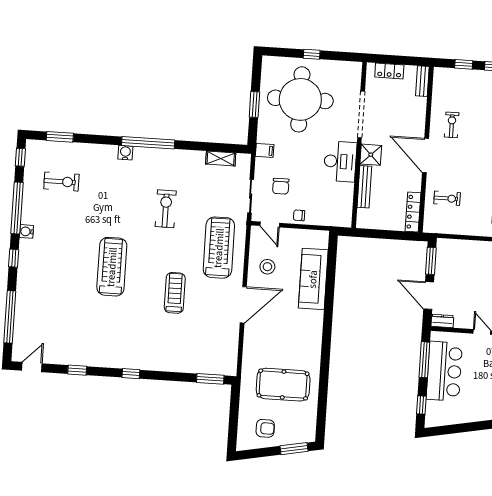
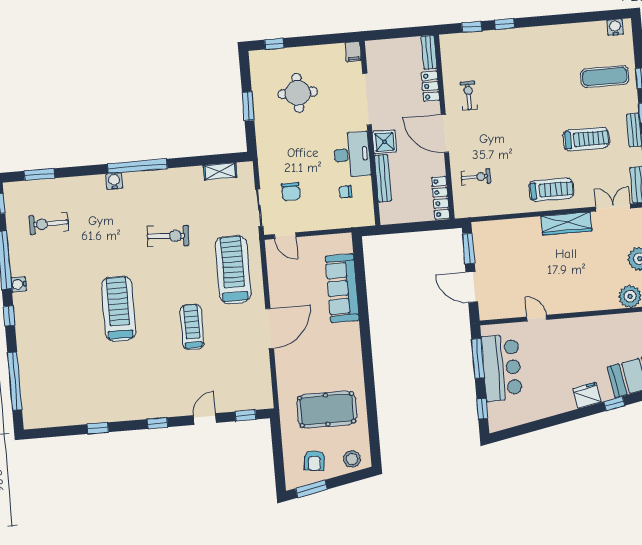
window: (312, 54) -> (274, 44), moved
locker: (389, 71) -> (430, 86), moved, turned 90
round table: (300, 99) -> (298, 93), width x0.54, depth x0.54
filing cabinet: (265, 150) -> (353, 52), moved, turned 90
exercise bike: (61, 182) -> (49, 224), turned 180
exercise bike: (166, 209) -> (168, 236), turned 94
chair: (299, 215) -> (345, 192), moved
stool: (267, 267) -> (352, 459), moved
dresser: (442, 321) -> (491, 313), removed
door: (32, 367) -> (205, 419), moved
window: (210, 379) -> (246, 416), width x0.67
armchair: (265, 428) -> (314, 461), turned 97
window: (294, 449) -> (311, 489), moved

